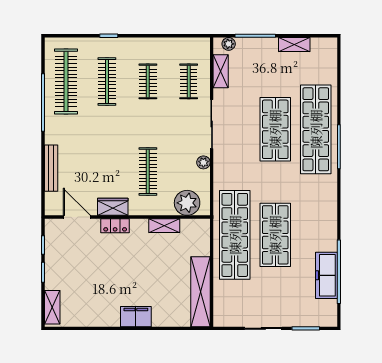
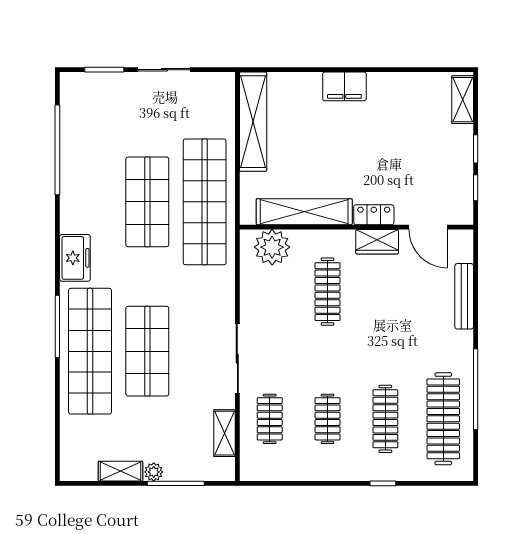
plant: (229, 44) -> (154, 472), moved
plant: (203, 162) -> (249, 304), removed
shelving: (164, 226) -> (304, 212), width x2.20, depth x1.33
freezer: (326, 275) -> (75, 258), moved, width x0.71

